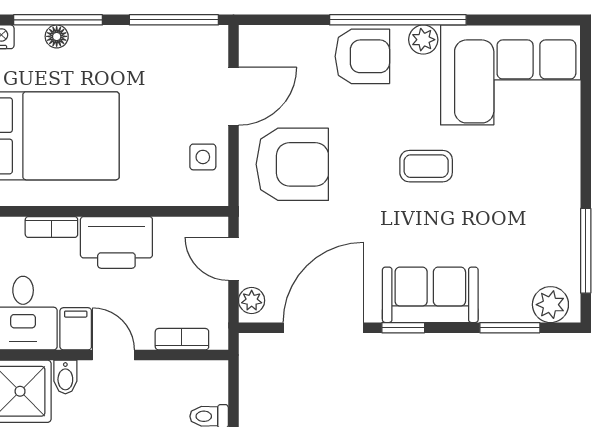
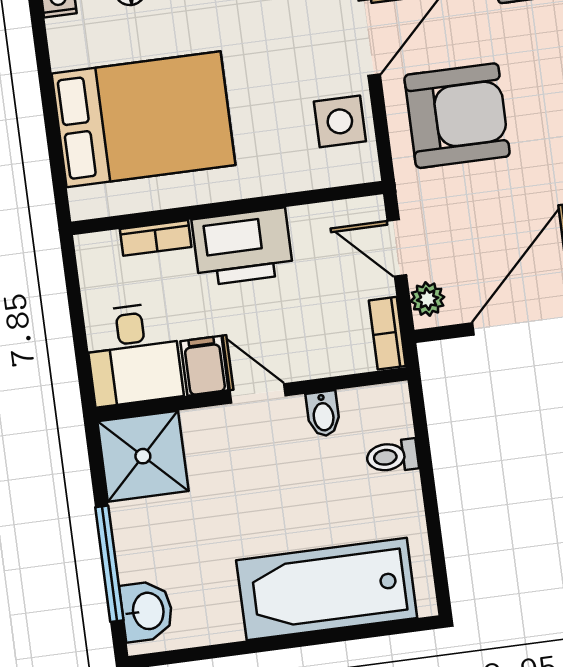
side table: (203, 157) -> (340, 121), width x1.37, depth x1.37
bookcase: (182, 339) -> (387, 333), moved, turned -90
bidet: (65, 377) -> (323, 414), moved

